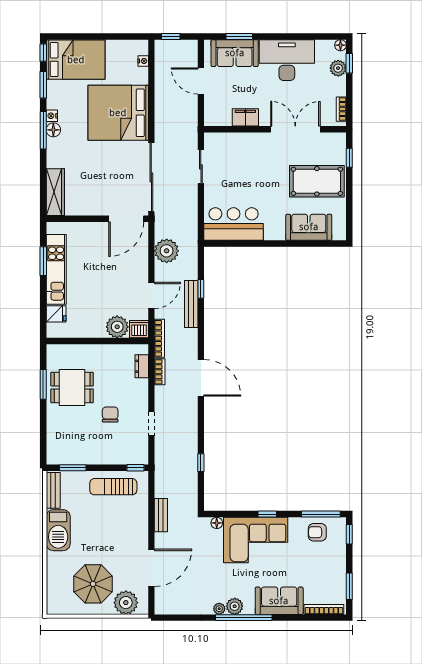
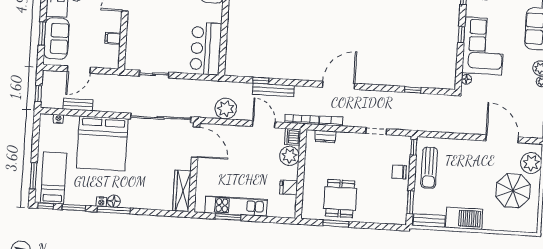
window: (77, 36) -> (33, 176), added
bed: (76, 60) -> (54, 178), width x0.67
filing cabinet: (245, 117) -> (113, 38), width x0.50
wardrobe: (55, 192) -> (182, 191), moved, turned -90
fridge: (56, 314) -> (289, 187), moved, turned -90
chair: (110, 415) -> (399, 172), moved
bench: (161, 515) -> (78, 105), moved

